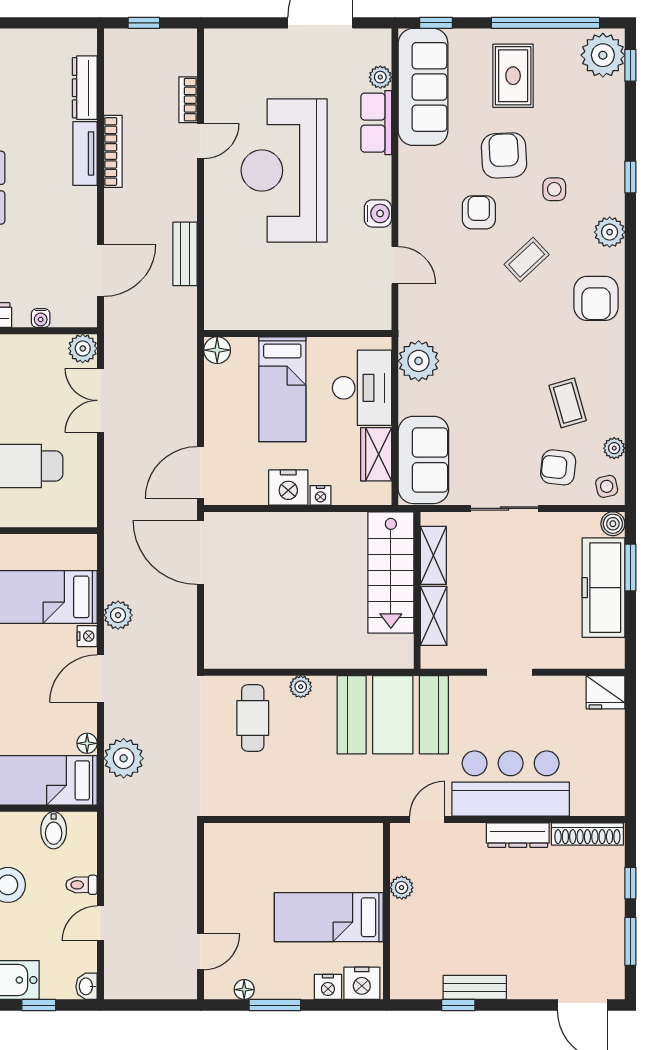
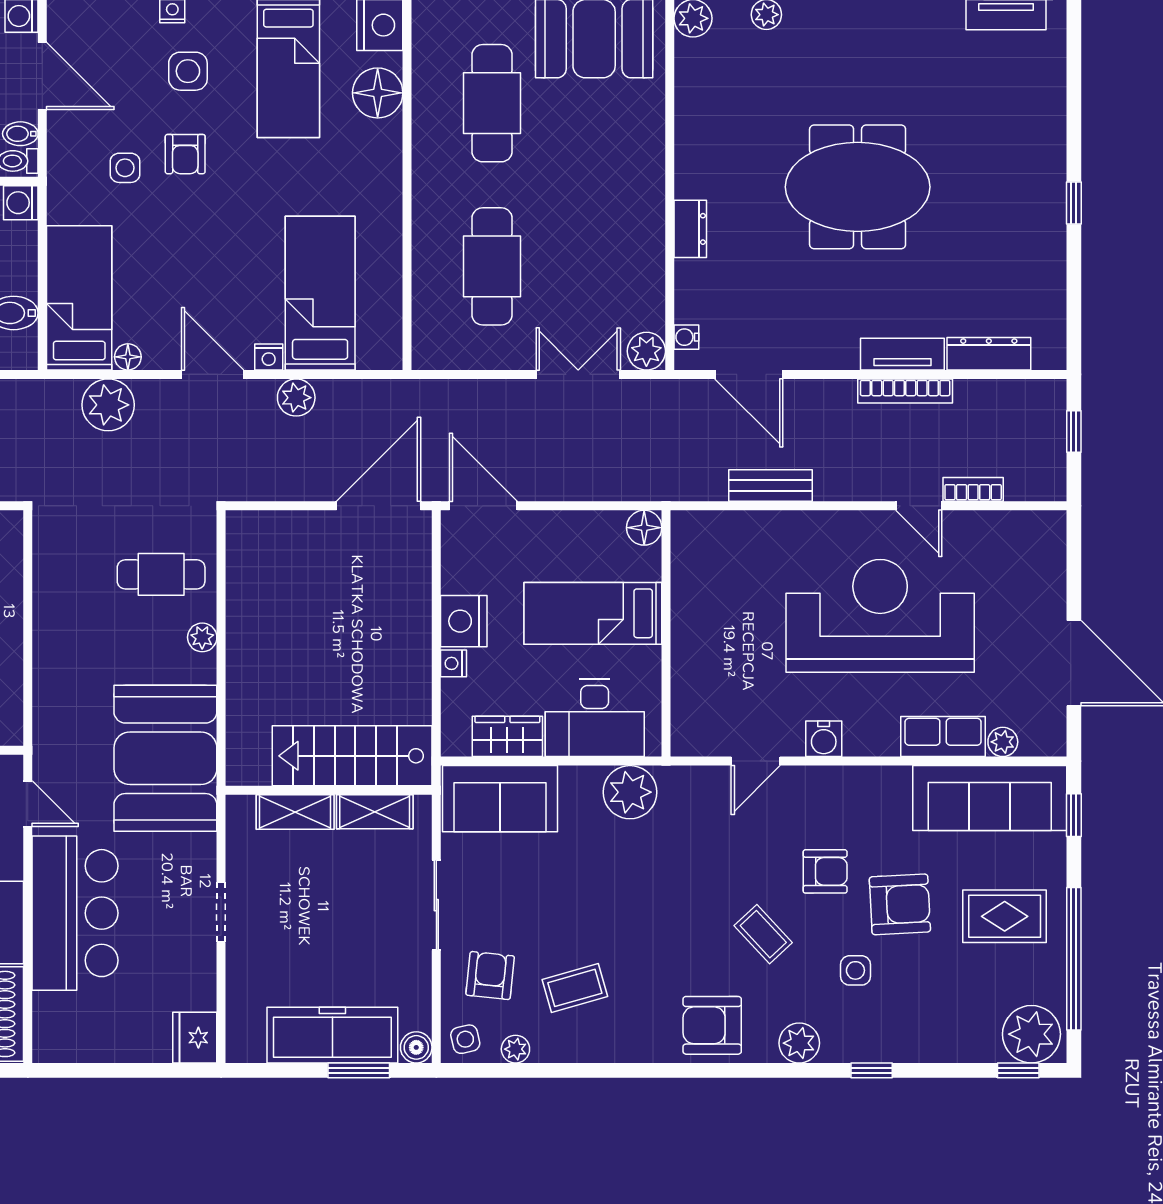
water cooler: (41, 318) -> (686, 337), moved

